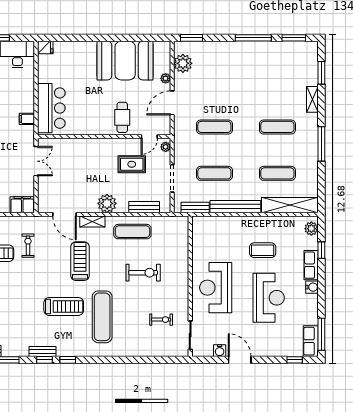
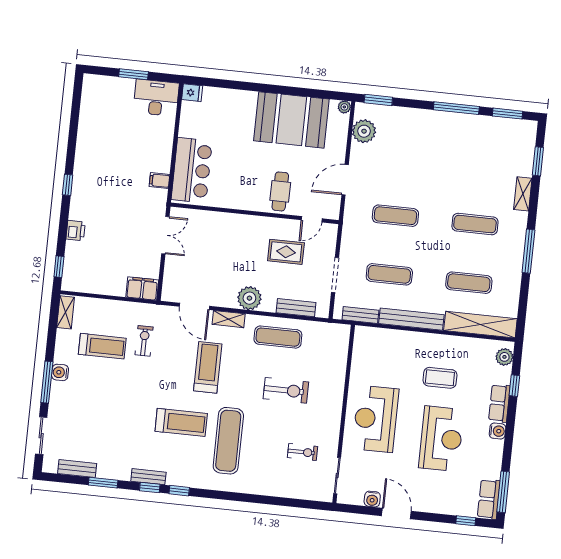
plant: (166, 78) -> (344, 107), moved
plant: (166, 147) -> (331, 234), removed

